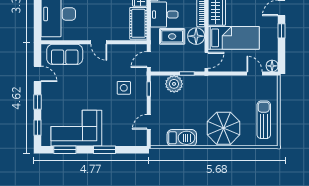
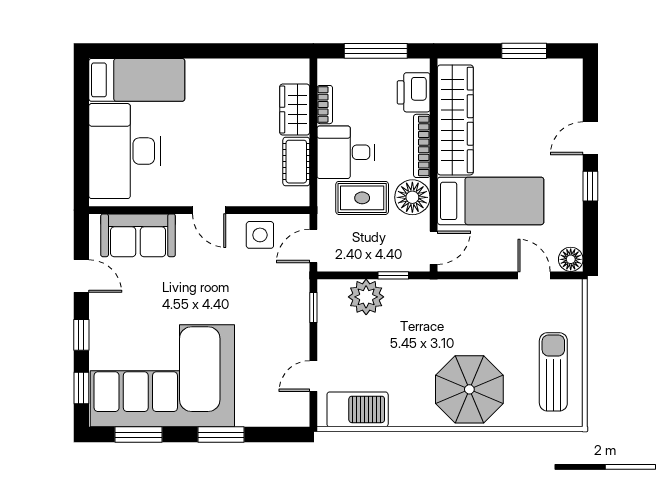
cot: (138, 23) -> (296, 162), width x0.73, depth x0.75
side table: (124, 88) -> (260, 235), moved
corner sofa: (76, 128) -> (162, 376), width x1.36, depth x1.36
barbecue: (182, 138) -> (358, 409), moved

